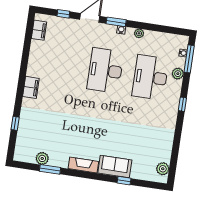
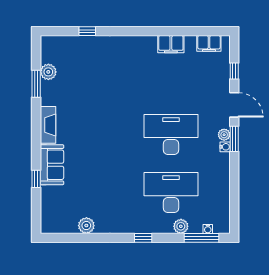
plant: (139, 33) -> (224, 135), moved
filing cabinet: (31, 87) -> (171, 44), moved
plant: (163, 169) -> (86, 226), moved

